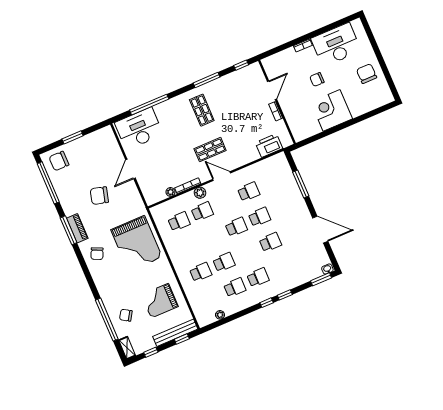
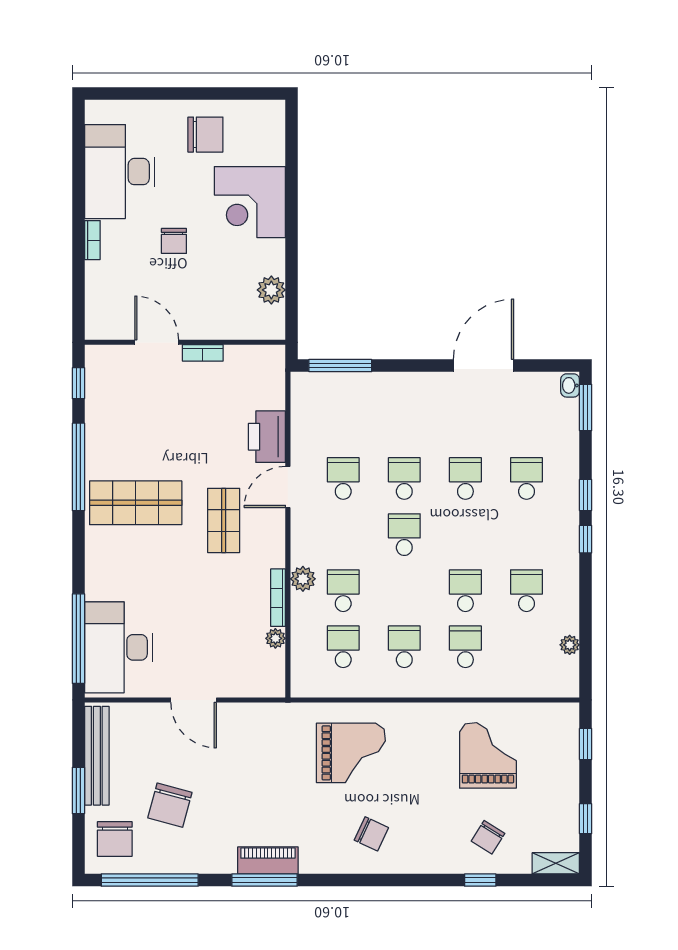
chair: (367, 74) -> (205, 135), turned 180
window: (206, 80) -> (78, 467), width x1.46
window: (149, 105) -> (78, 639), moved
shop shelf: (202, 110) -> (136, 503), width x1.43, depth x1.36
corner desk: (332, 110) -> (250, 202), moved
plant: (314, 128) -> (271, 290), added
printer: (269, 146) -> (267, 437), moved
door: (222, 176) -> (288, 487), moved
window: (301, 184) -> (340, 366), moved
chair: (99, 196) -> (170, 805), moved
grand piano: (136, 244) -> (351, 753), width x0.73, depth x0.68
school desk: (190, 247) -> (404, 647), added
chair: (97, 254) -> (371, 834), moved
school desk: (258, 277) -> (527, 479), moved
grand piano: (160, 301) -> (488, 755), turned 180
window: (107, 320) -> (480, 880), width x0.32
bench: (175, 333) -> (97, 756), moved

